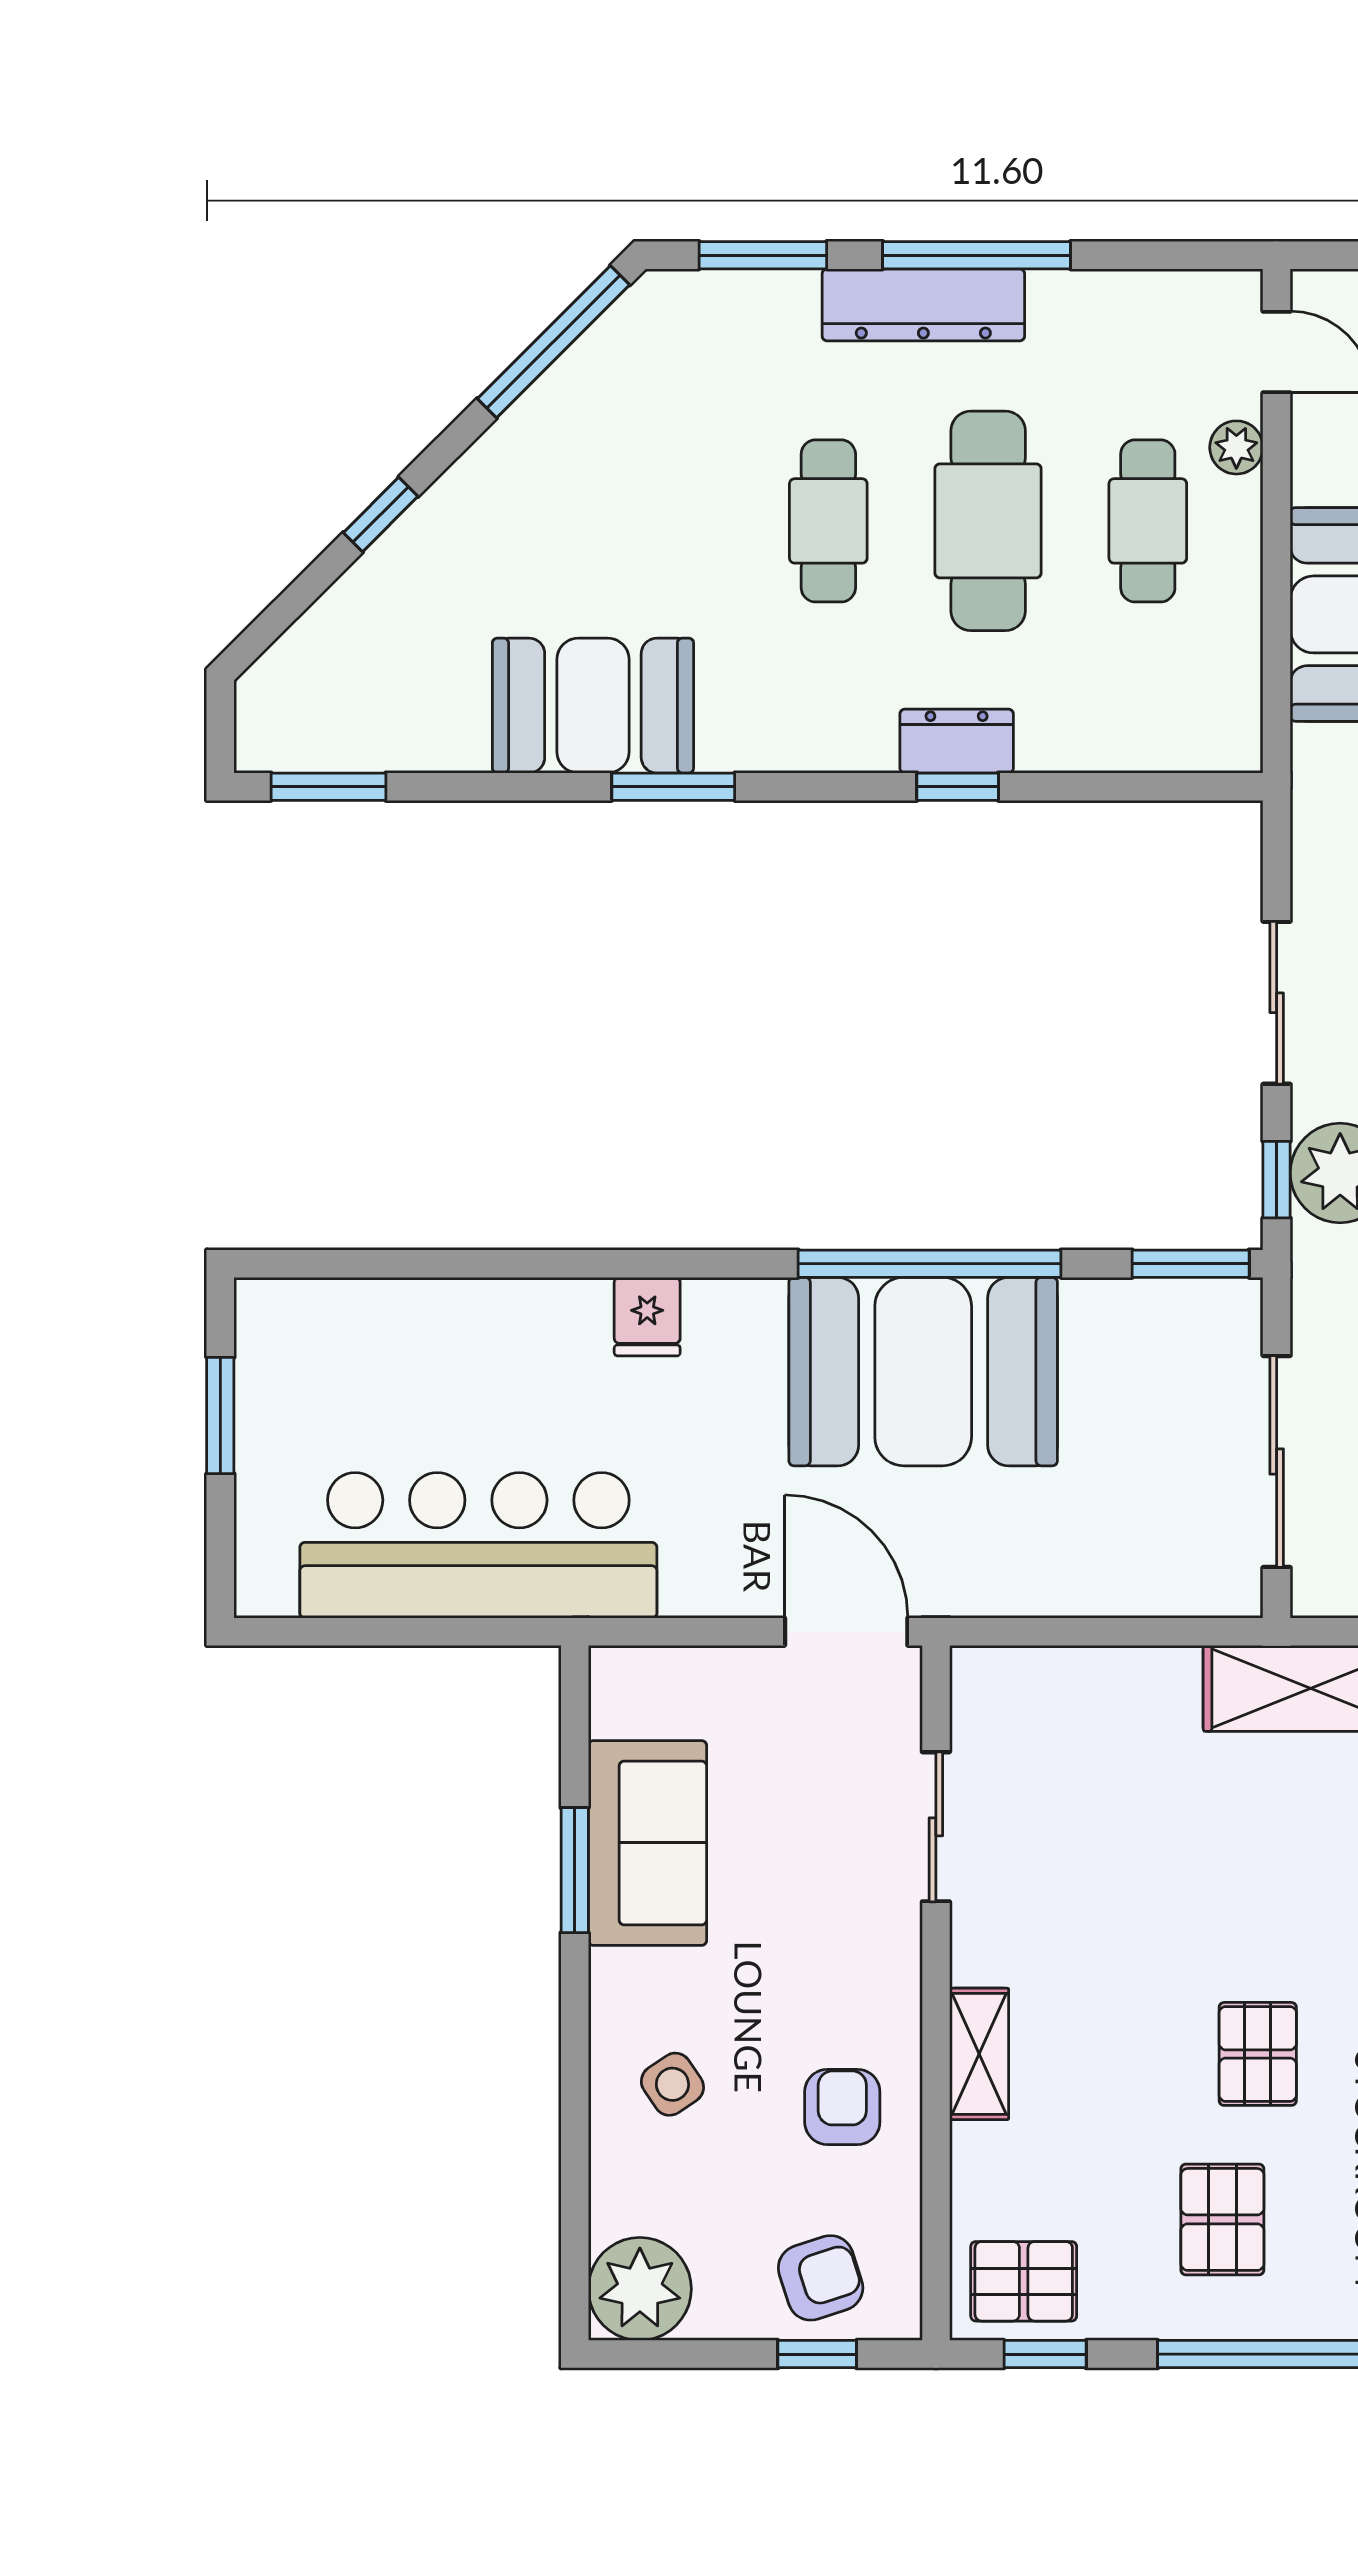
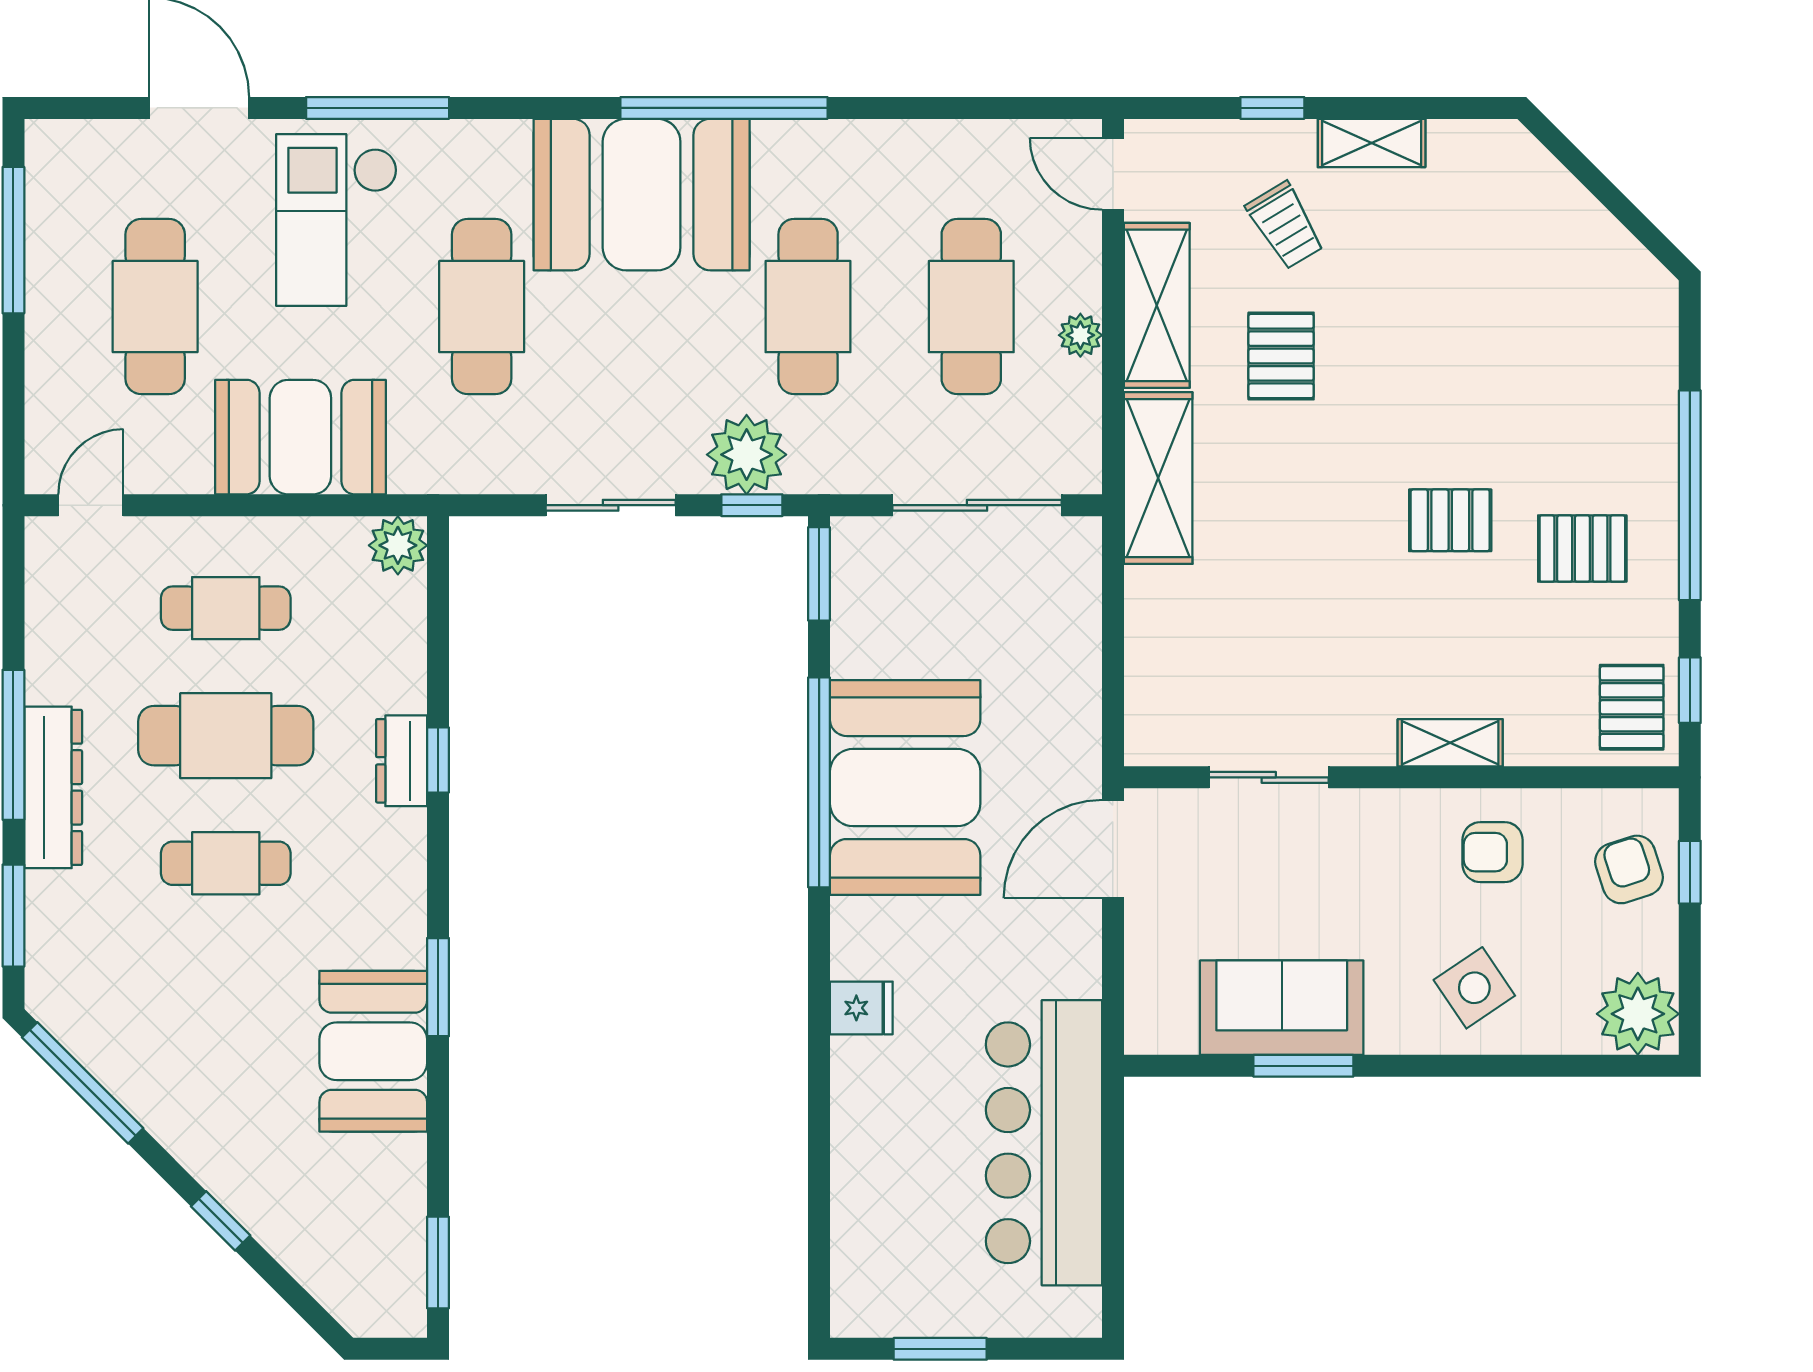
plant: (1236, 447) -> (398, 545), moved, width x1.38, depth x1.38
side table: (672, 2084) -> (1474, 988), width x1.37, depth x1.37

